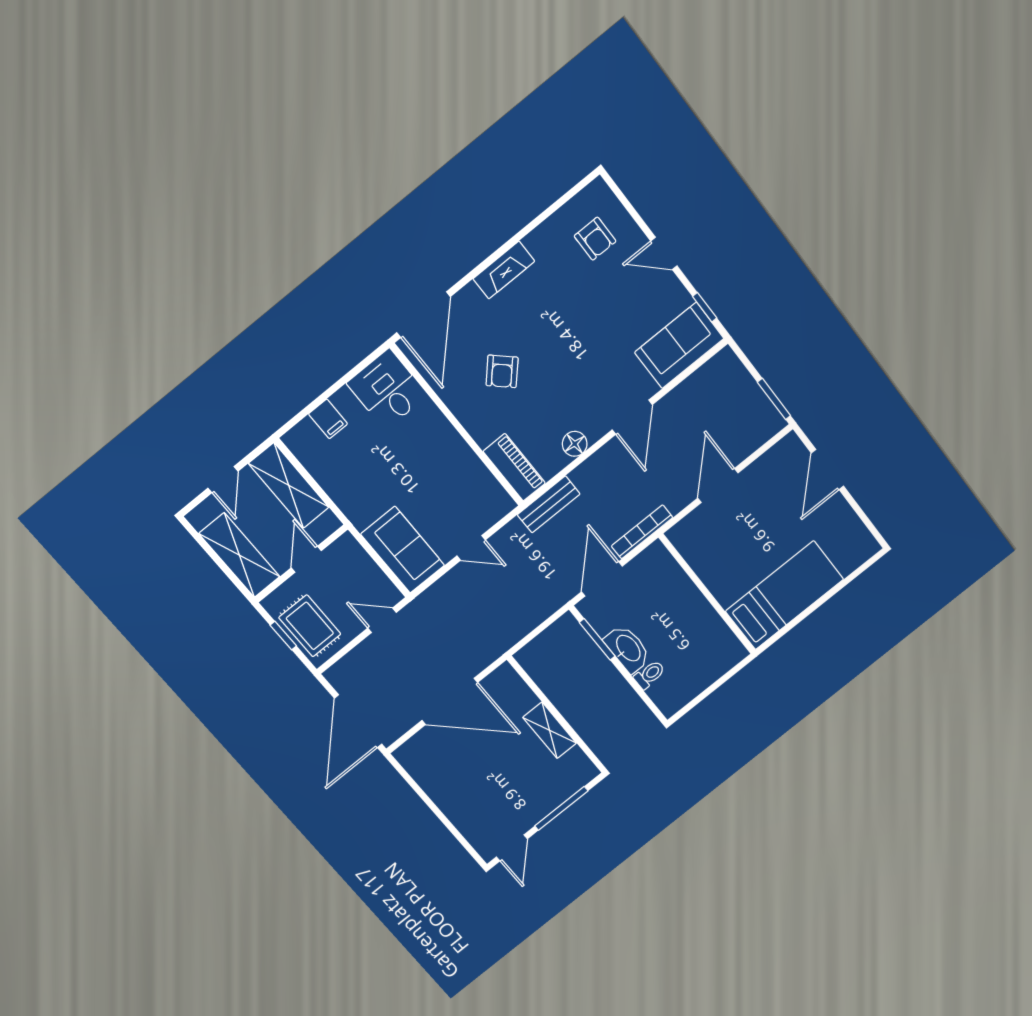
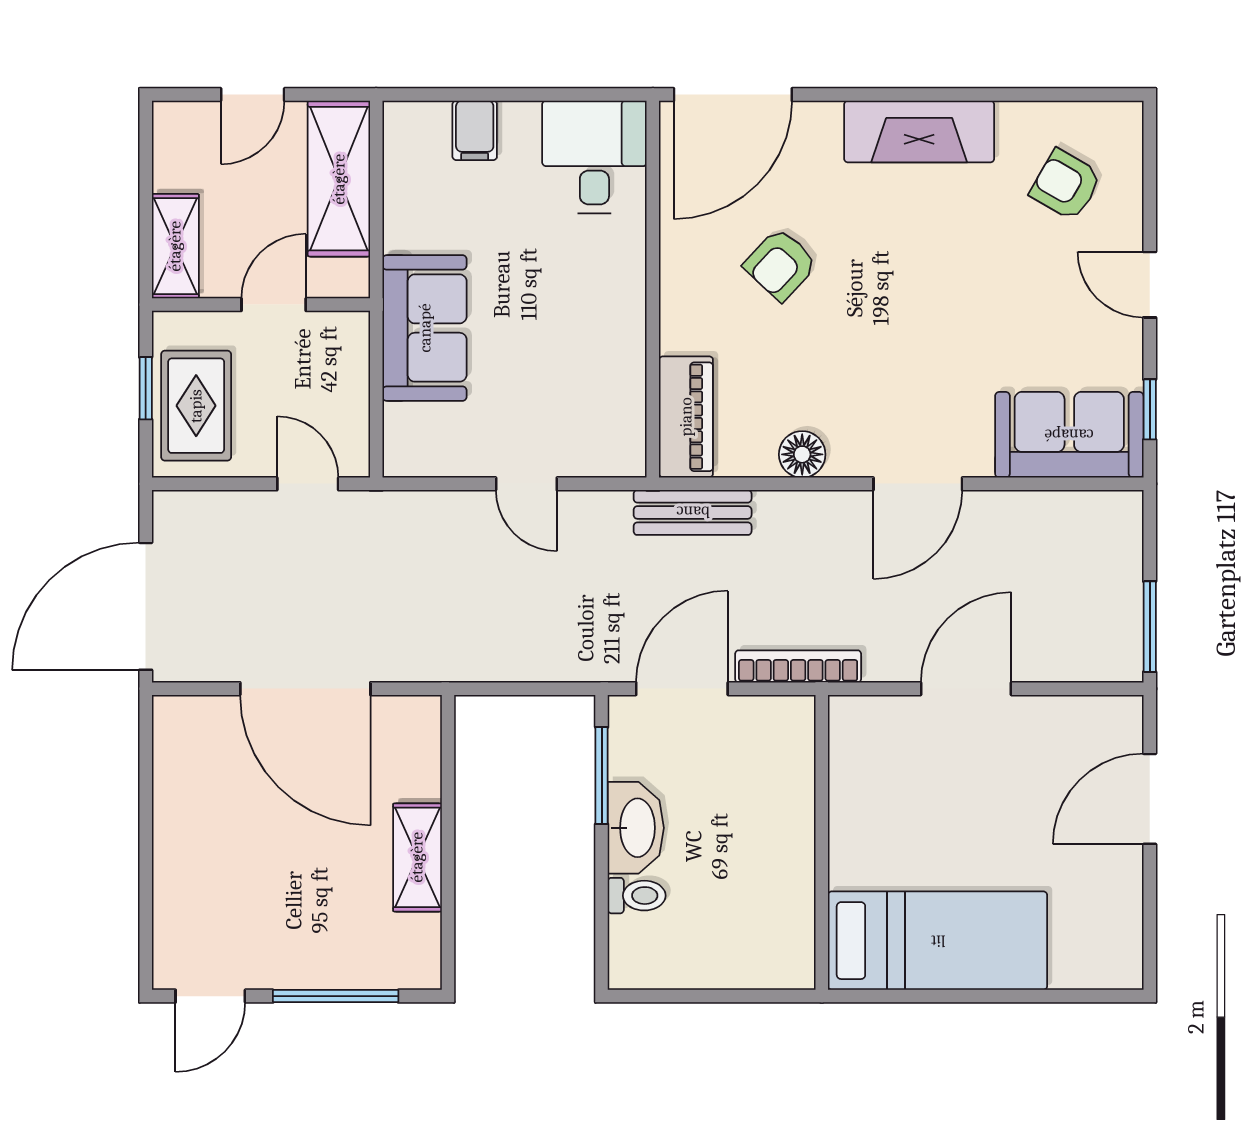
armchair: (595, 239) -> (1066, 185), turned 120
fireplace: (504, 270) -> (919, 132), width x1.37, depth x1.32
sofa: (403, 550) -> (425, 328), moved
shelving: (239, 555) -> (175, 246), width x0.67, depth x0.75

